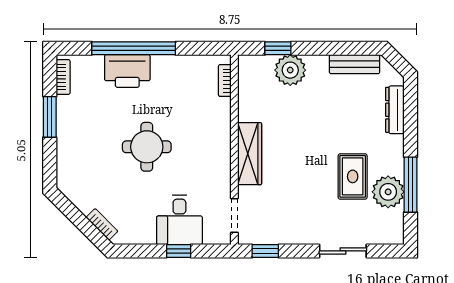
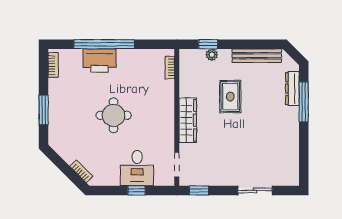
bench: (355, 64) -> (257, 56), width x1.36
plant: (290, 70) -> (212, 55), width x0.53, depth x0.53
window: (50, 117) -> (44, 110), moved
rug: (353, 176) -> (230, 97), moved
window: (411, 185) -> (304, 102), moved
plant: (388, 192) -> (288, 148), removed

